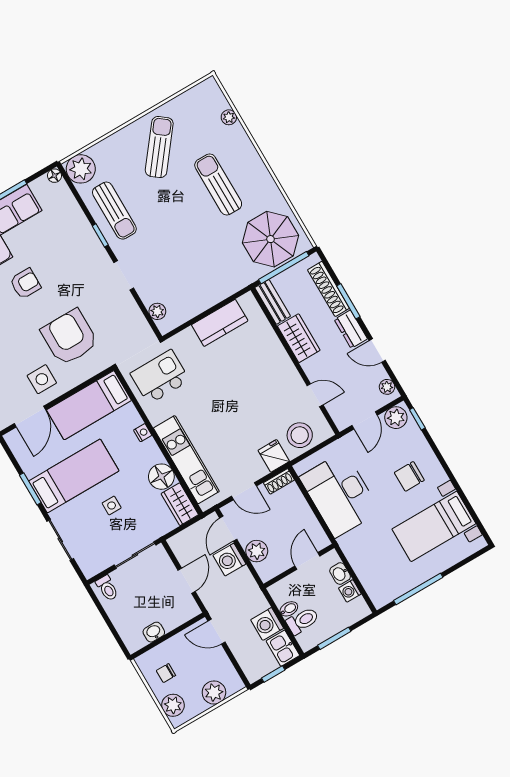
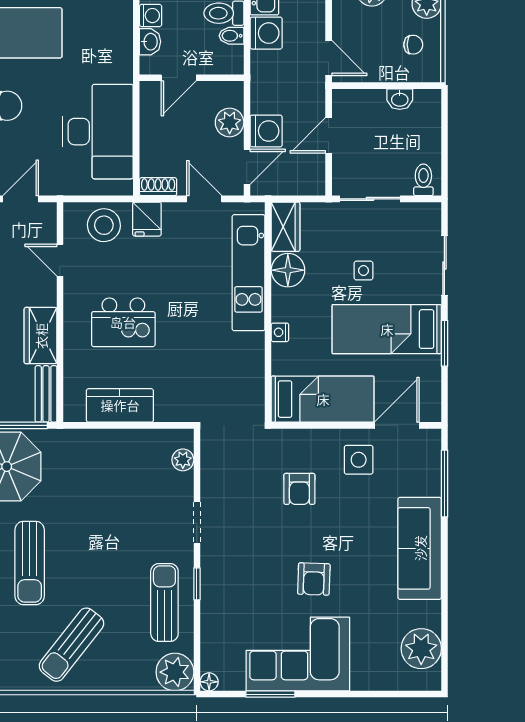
armchair: (25, 284) -> (314, 579), turned -88
armchair: (70, 337) -> (299, 489), width x0.53, depth x0.53
kitchen island: (160, 377) -> (123, 322), moved

